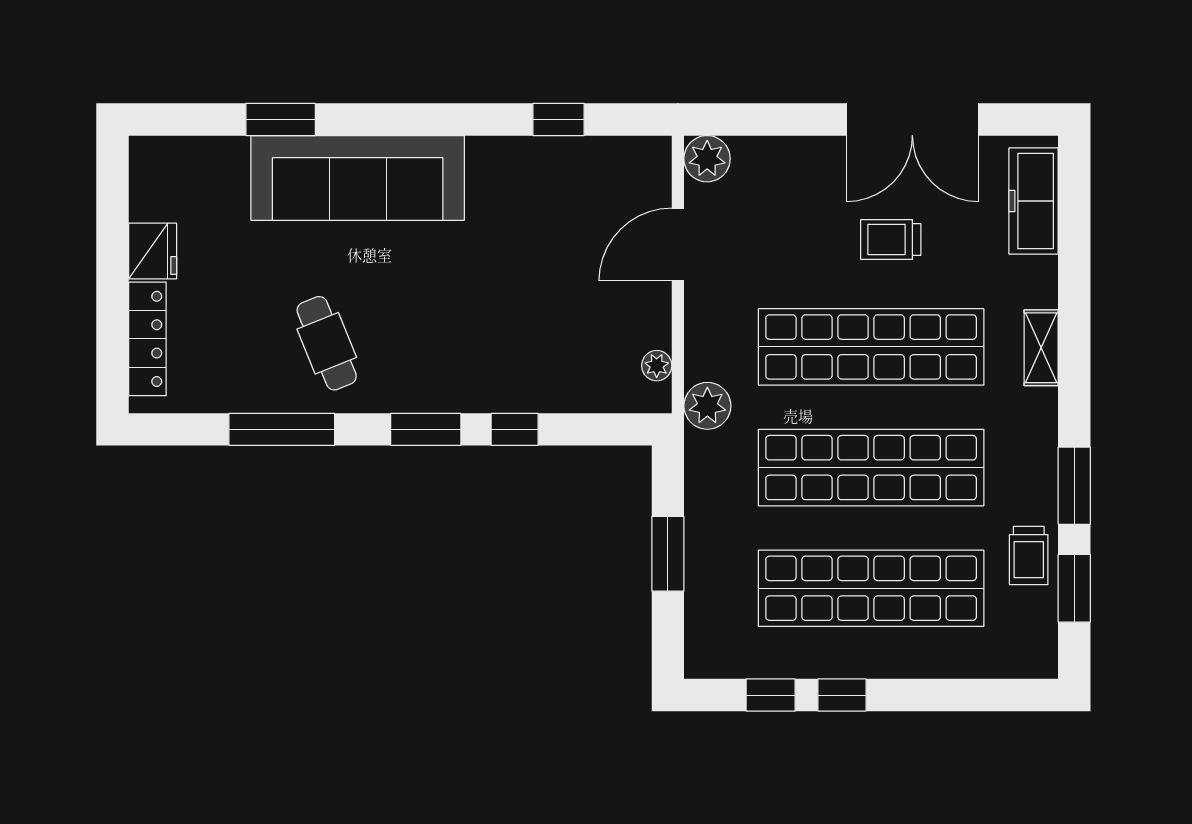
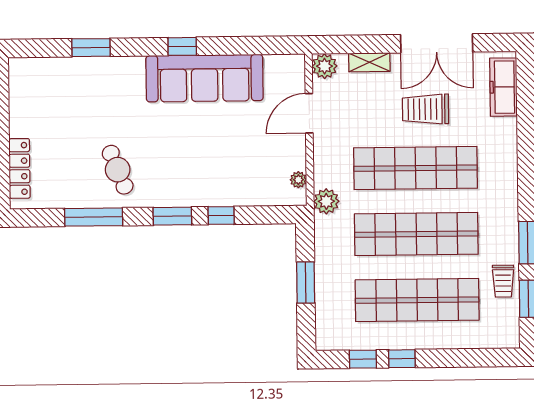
window: (559, 120) -> (182, 46), moved
sofa: (358, 178) -> (205, 78), moved
trolley: (891, 240) -> (426, 109), width x1.36, depth x1.39
fridge: (153, 251) -> (22, 120), removed
shelving: (1041, 348) -> (369, 62), moved, turned 90

